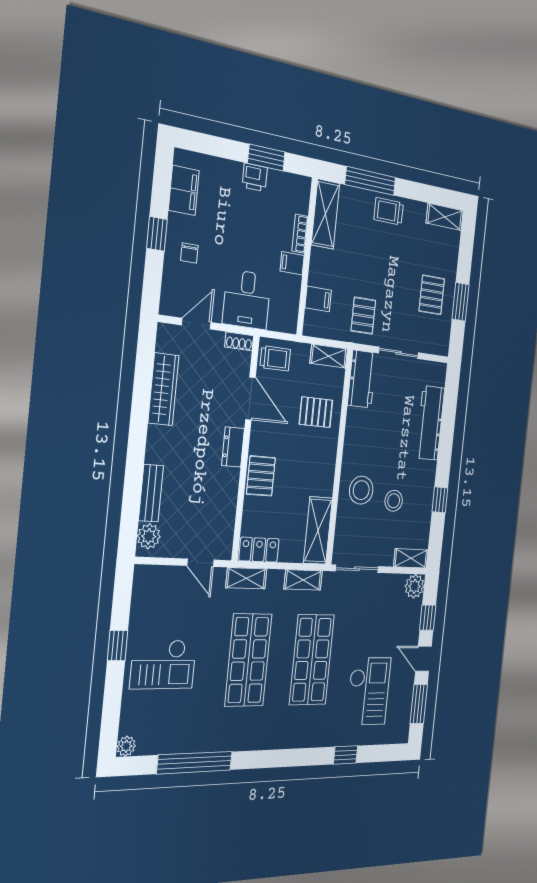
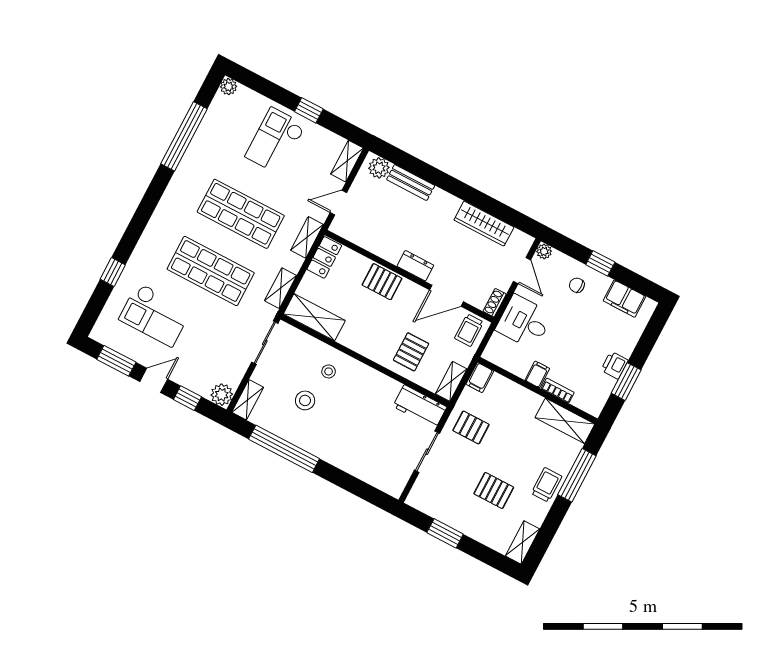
pallet: (432, 295) -> (494, 490), moved
filing cabinet: (318, 299) -> (480, 378), moved
plant: (168, 306) -> (544, 251), added
workbench: (430, 423) -> (355, 463), removed
stool: (361, 490) -> (329, 371), width x0.53, depth x0.53
window: (440, 500) -> (284, 449), width x3.17
shelving: (155, 575) -> (347, 161), added

